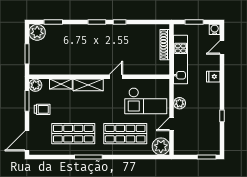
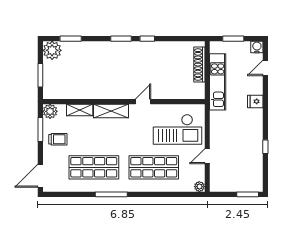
plant: (180, 103) -> (216, 132), removed
plant: (161, 146) -> (199, 187), width x0.53, depth x0.53

